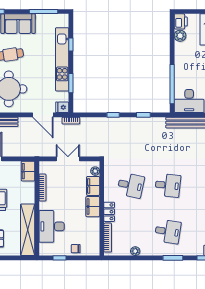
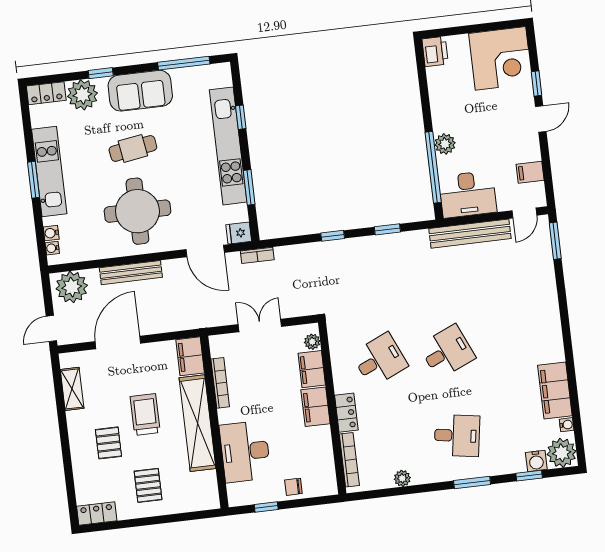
plant: (180, 36) -> (445, 144), moved
desk: (131, 185) -> (380, 360), turned -36
desk: (168, 185) -> (447, 352), turned -30
shelving: (28, 230) -> (197, 423), moved

